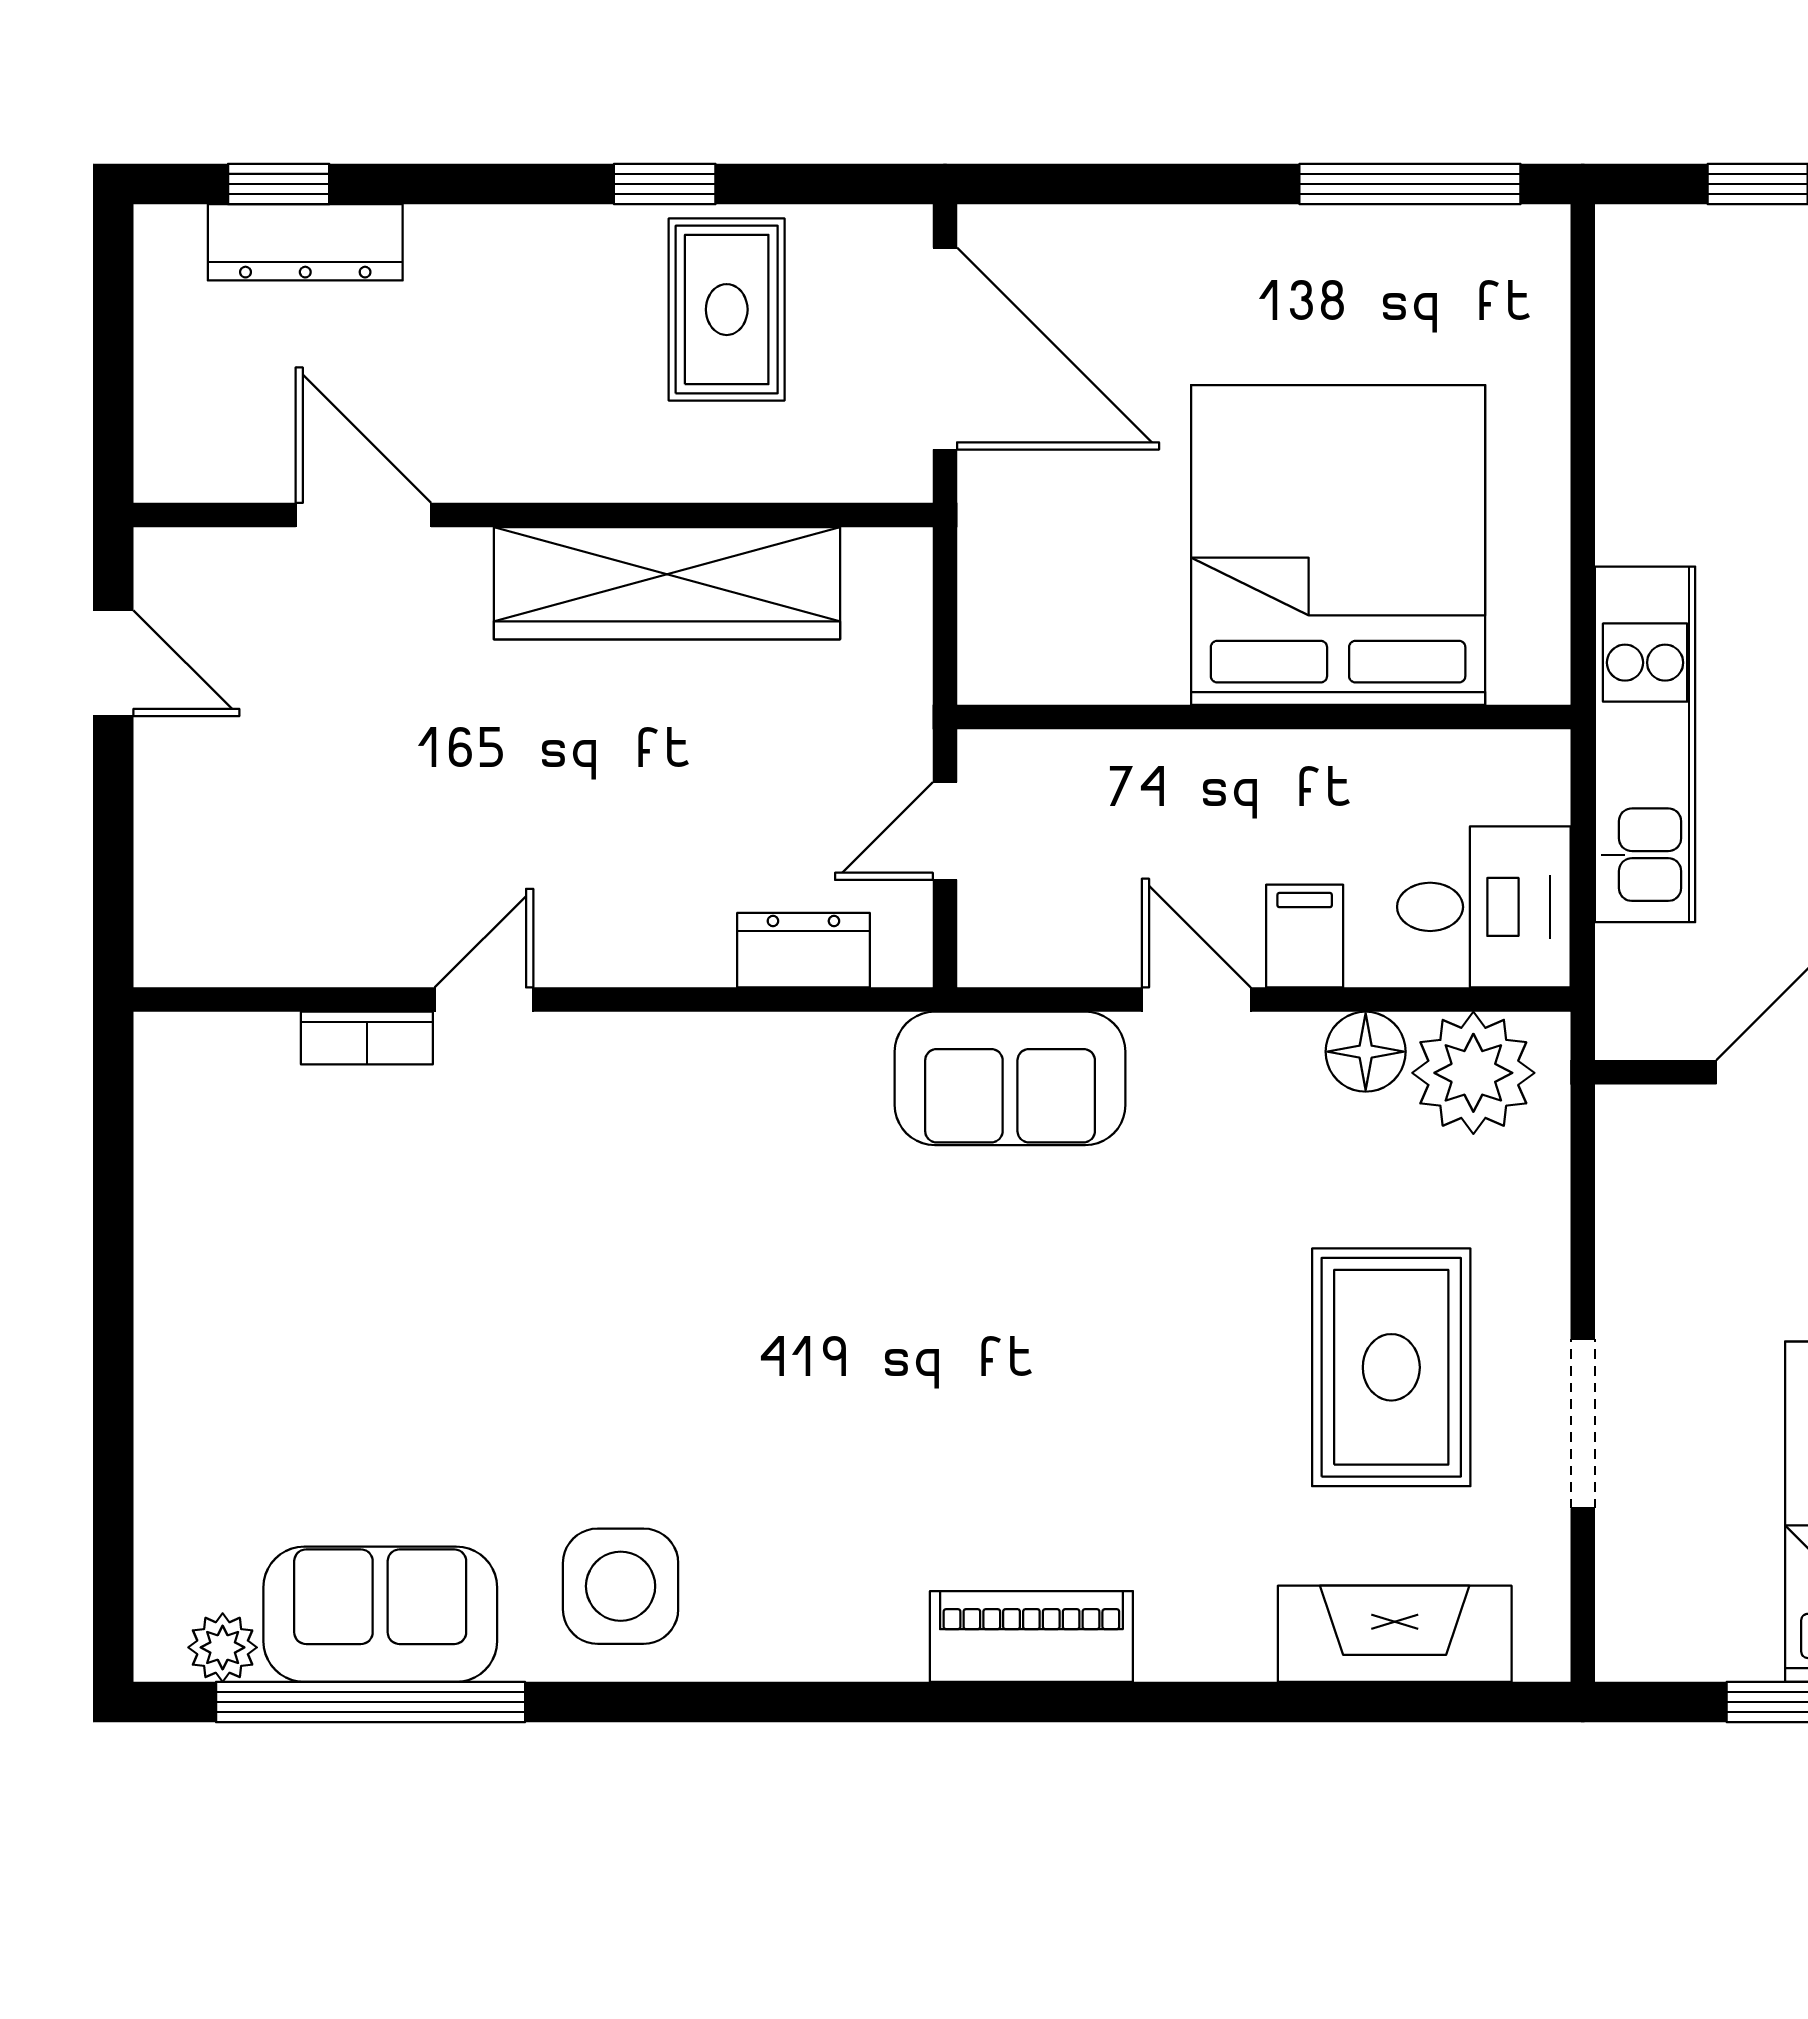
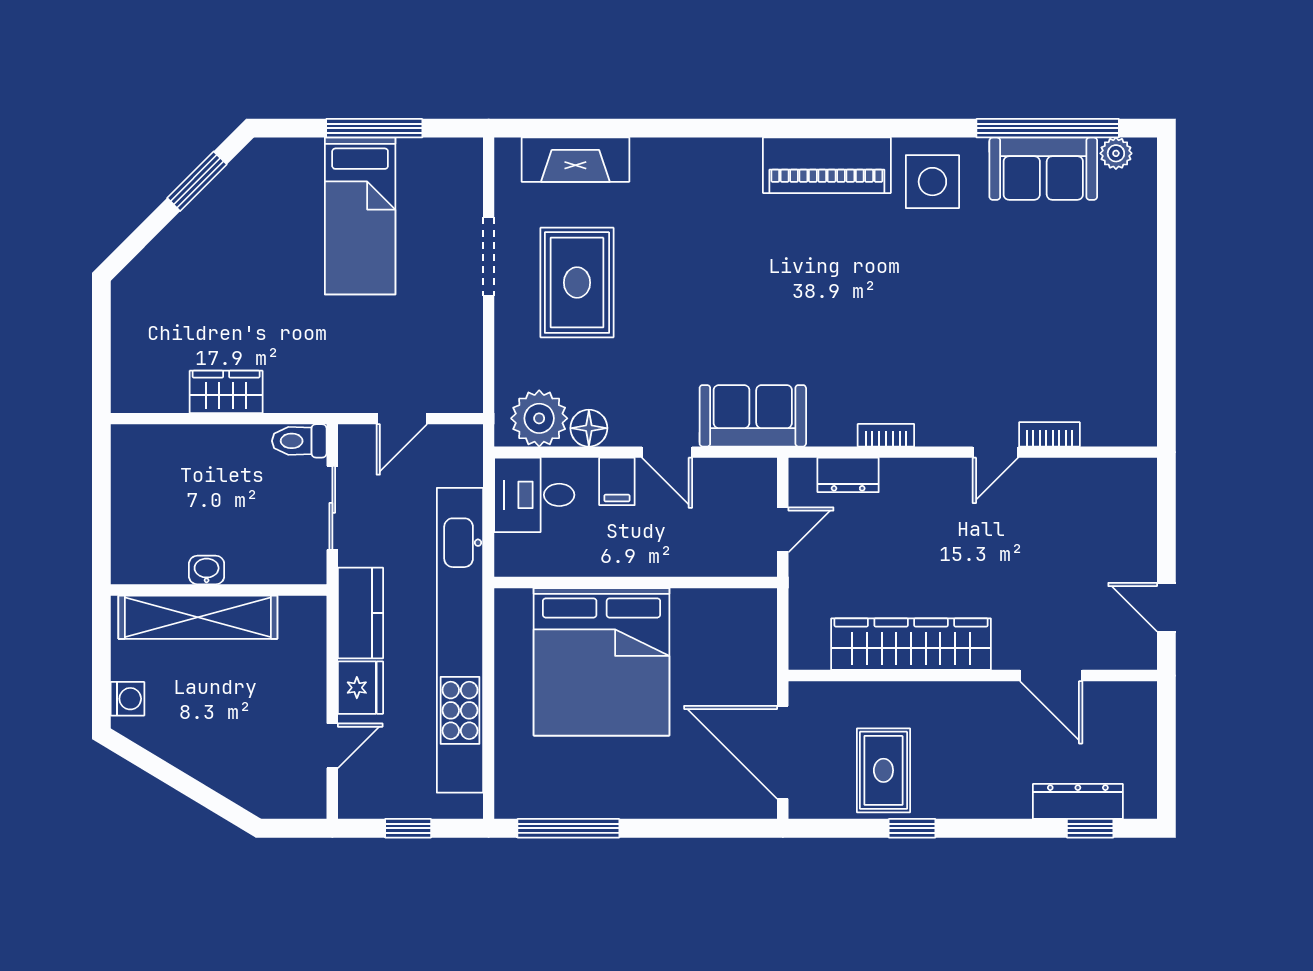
kitchen unit: (1645, 744) -> (460, 640), width x1.86
bookcase: (721, 1036) -> (886, 435), added
piano: (1031, 1636) -> (827, 165), moved, width x1.37, depth x1.33

